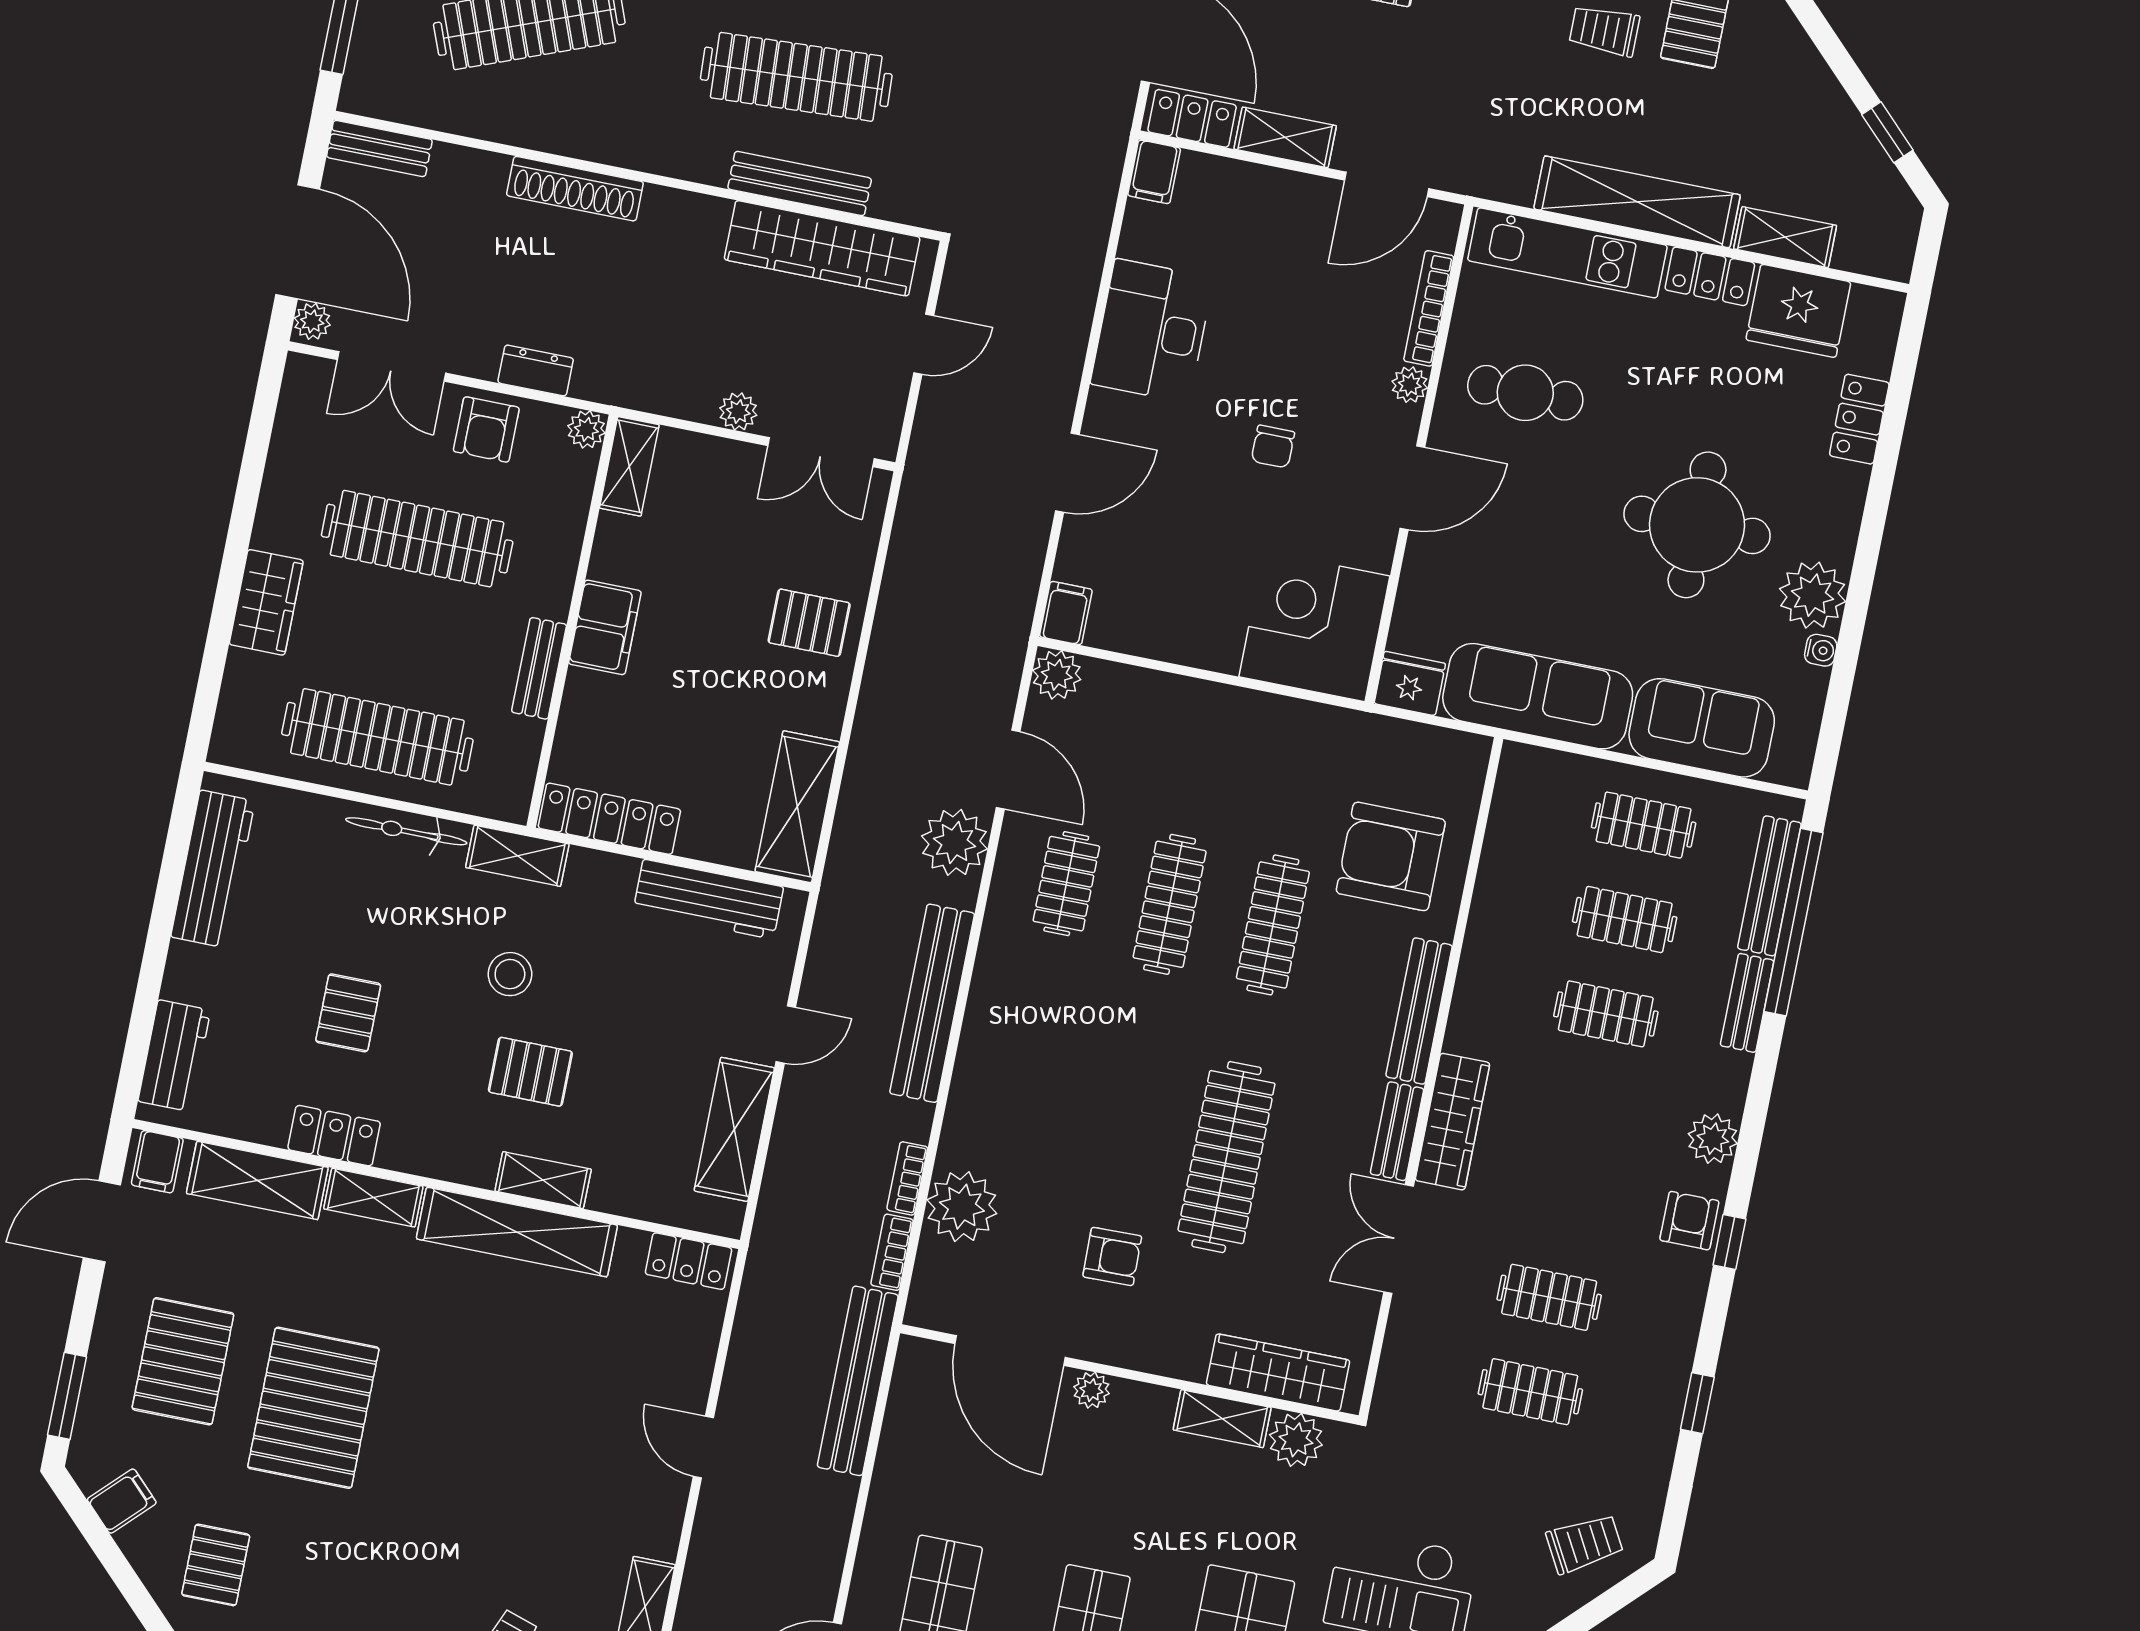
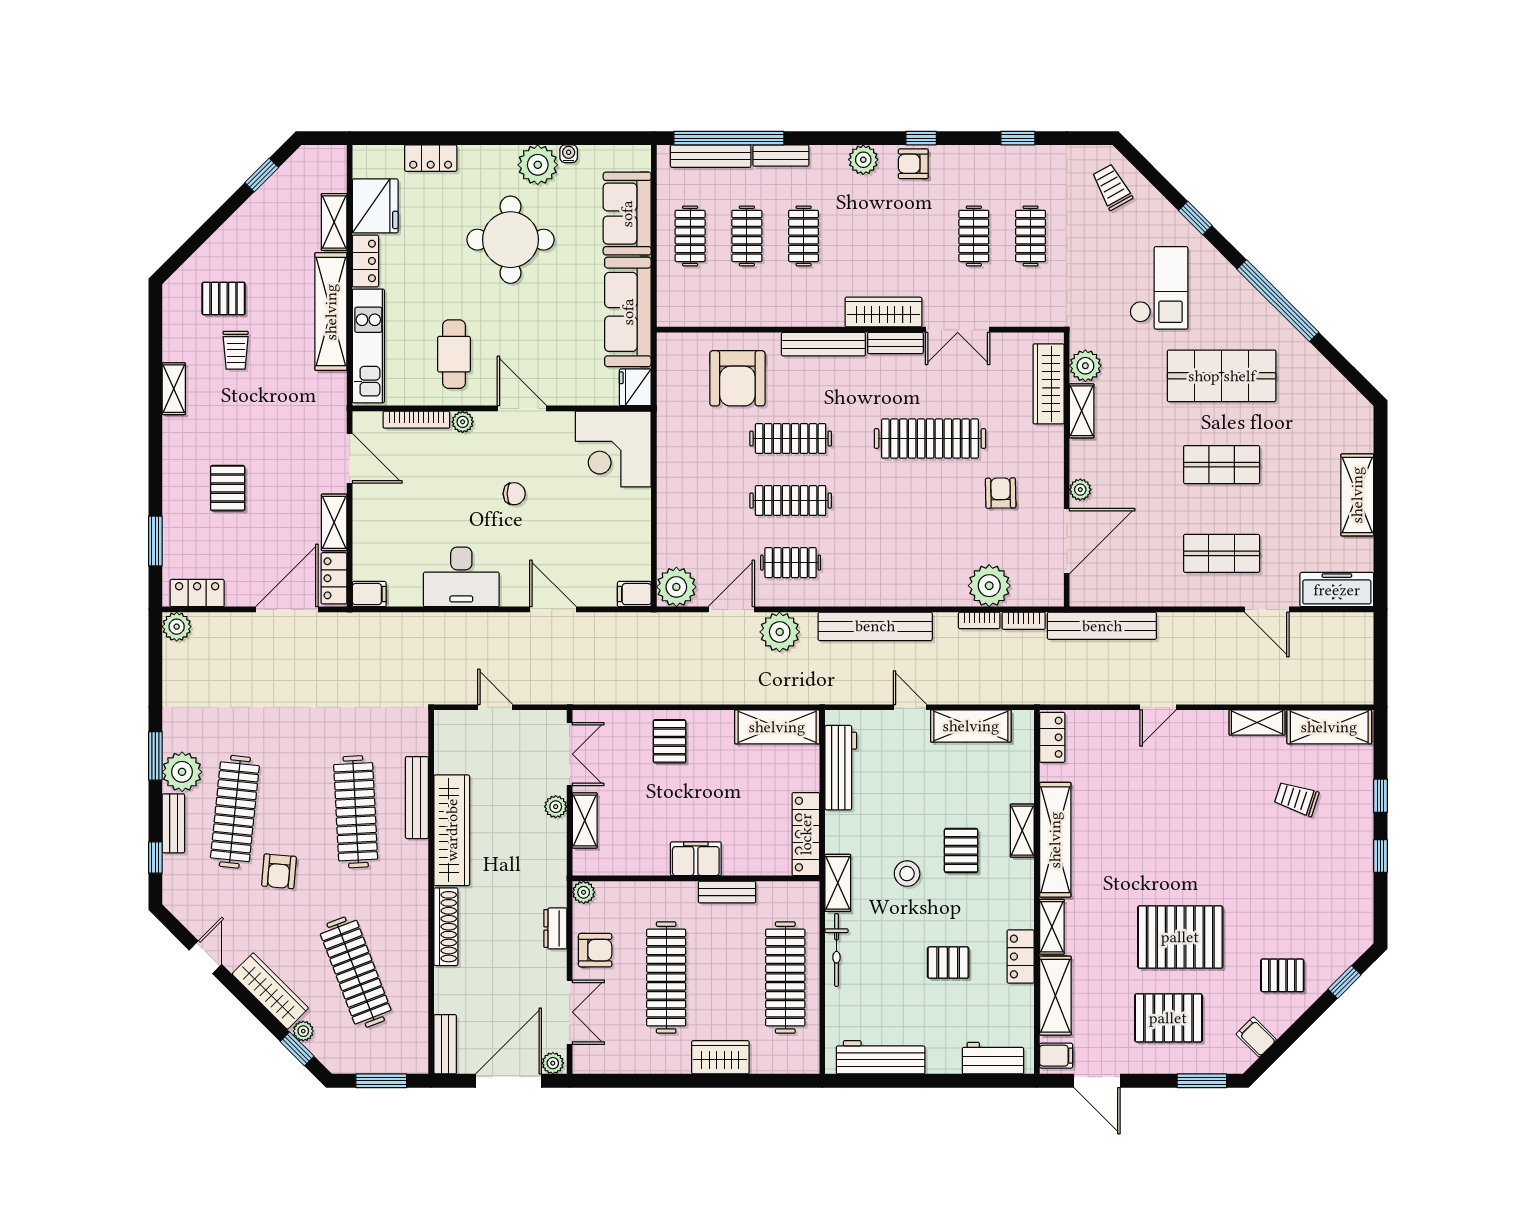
wardrobe: (822, 248) -> (452, 830), moved
shelving: (629, 466) -> (585, 820), moved, turned 90
plant: (1057, 675) -> (676, 587), width x1.36, depth x1.36

